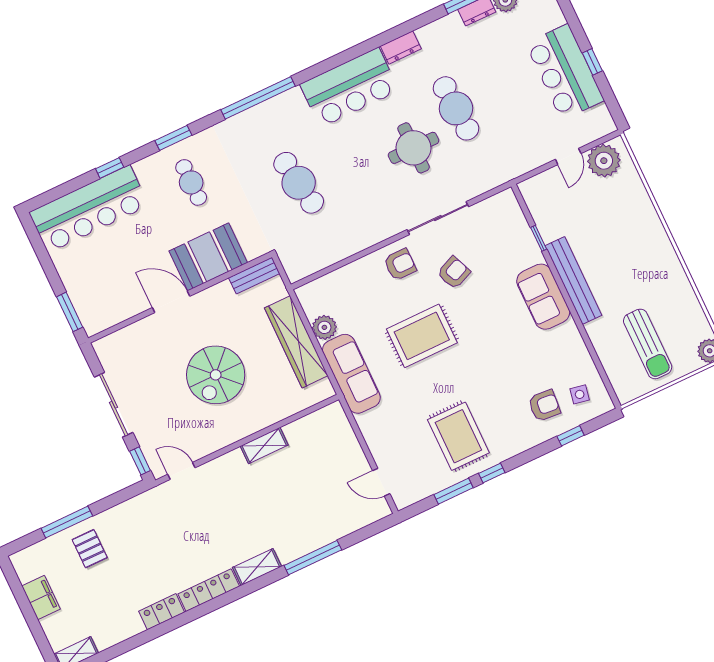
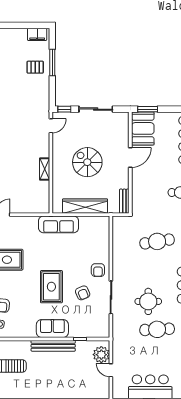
plant: (604, 161) -> (101, 355), moved
booth: (208, 257) -> (143, 128), moved
plant: (324, 327) -> (86, 222), removed
rug: (422, 336) -> (51, 287), moved
filing cabinet: (41, 597) -> (37, 34), moved

